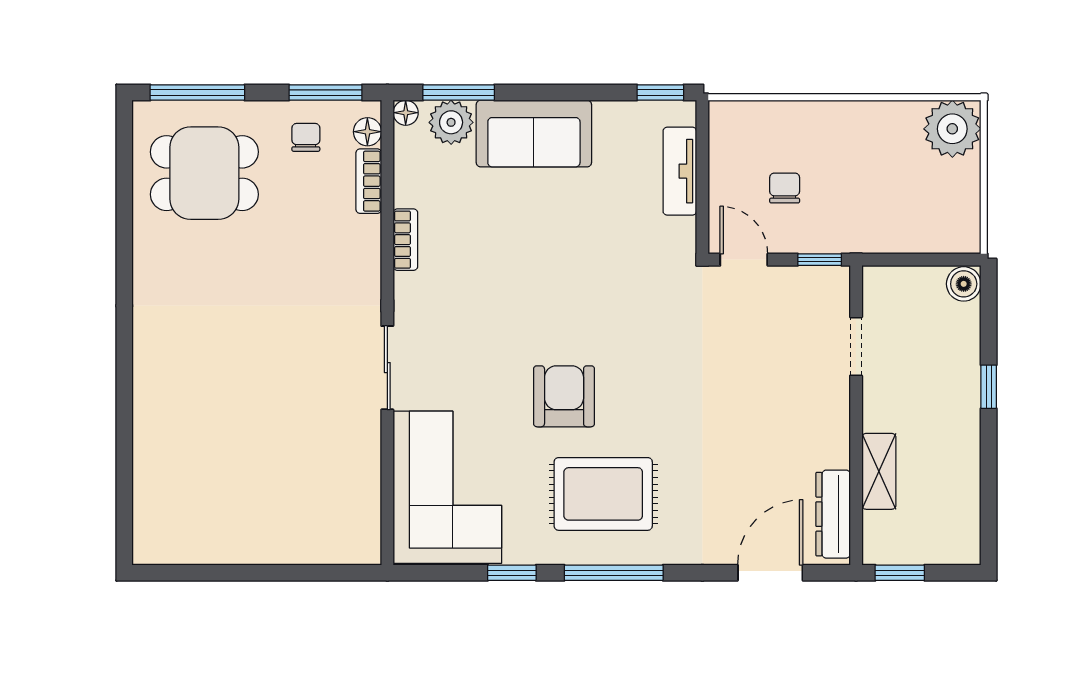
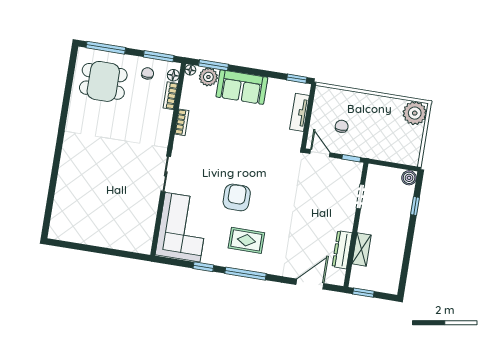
window: (989, 387) -> (415, 206), moved
rug: (603, 494) -> (246, 240), width x0.73, depth x0.70
dresser: (833, 514) -> (342, 250), moved

